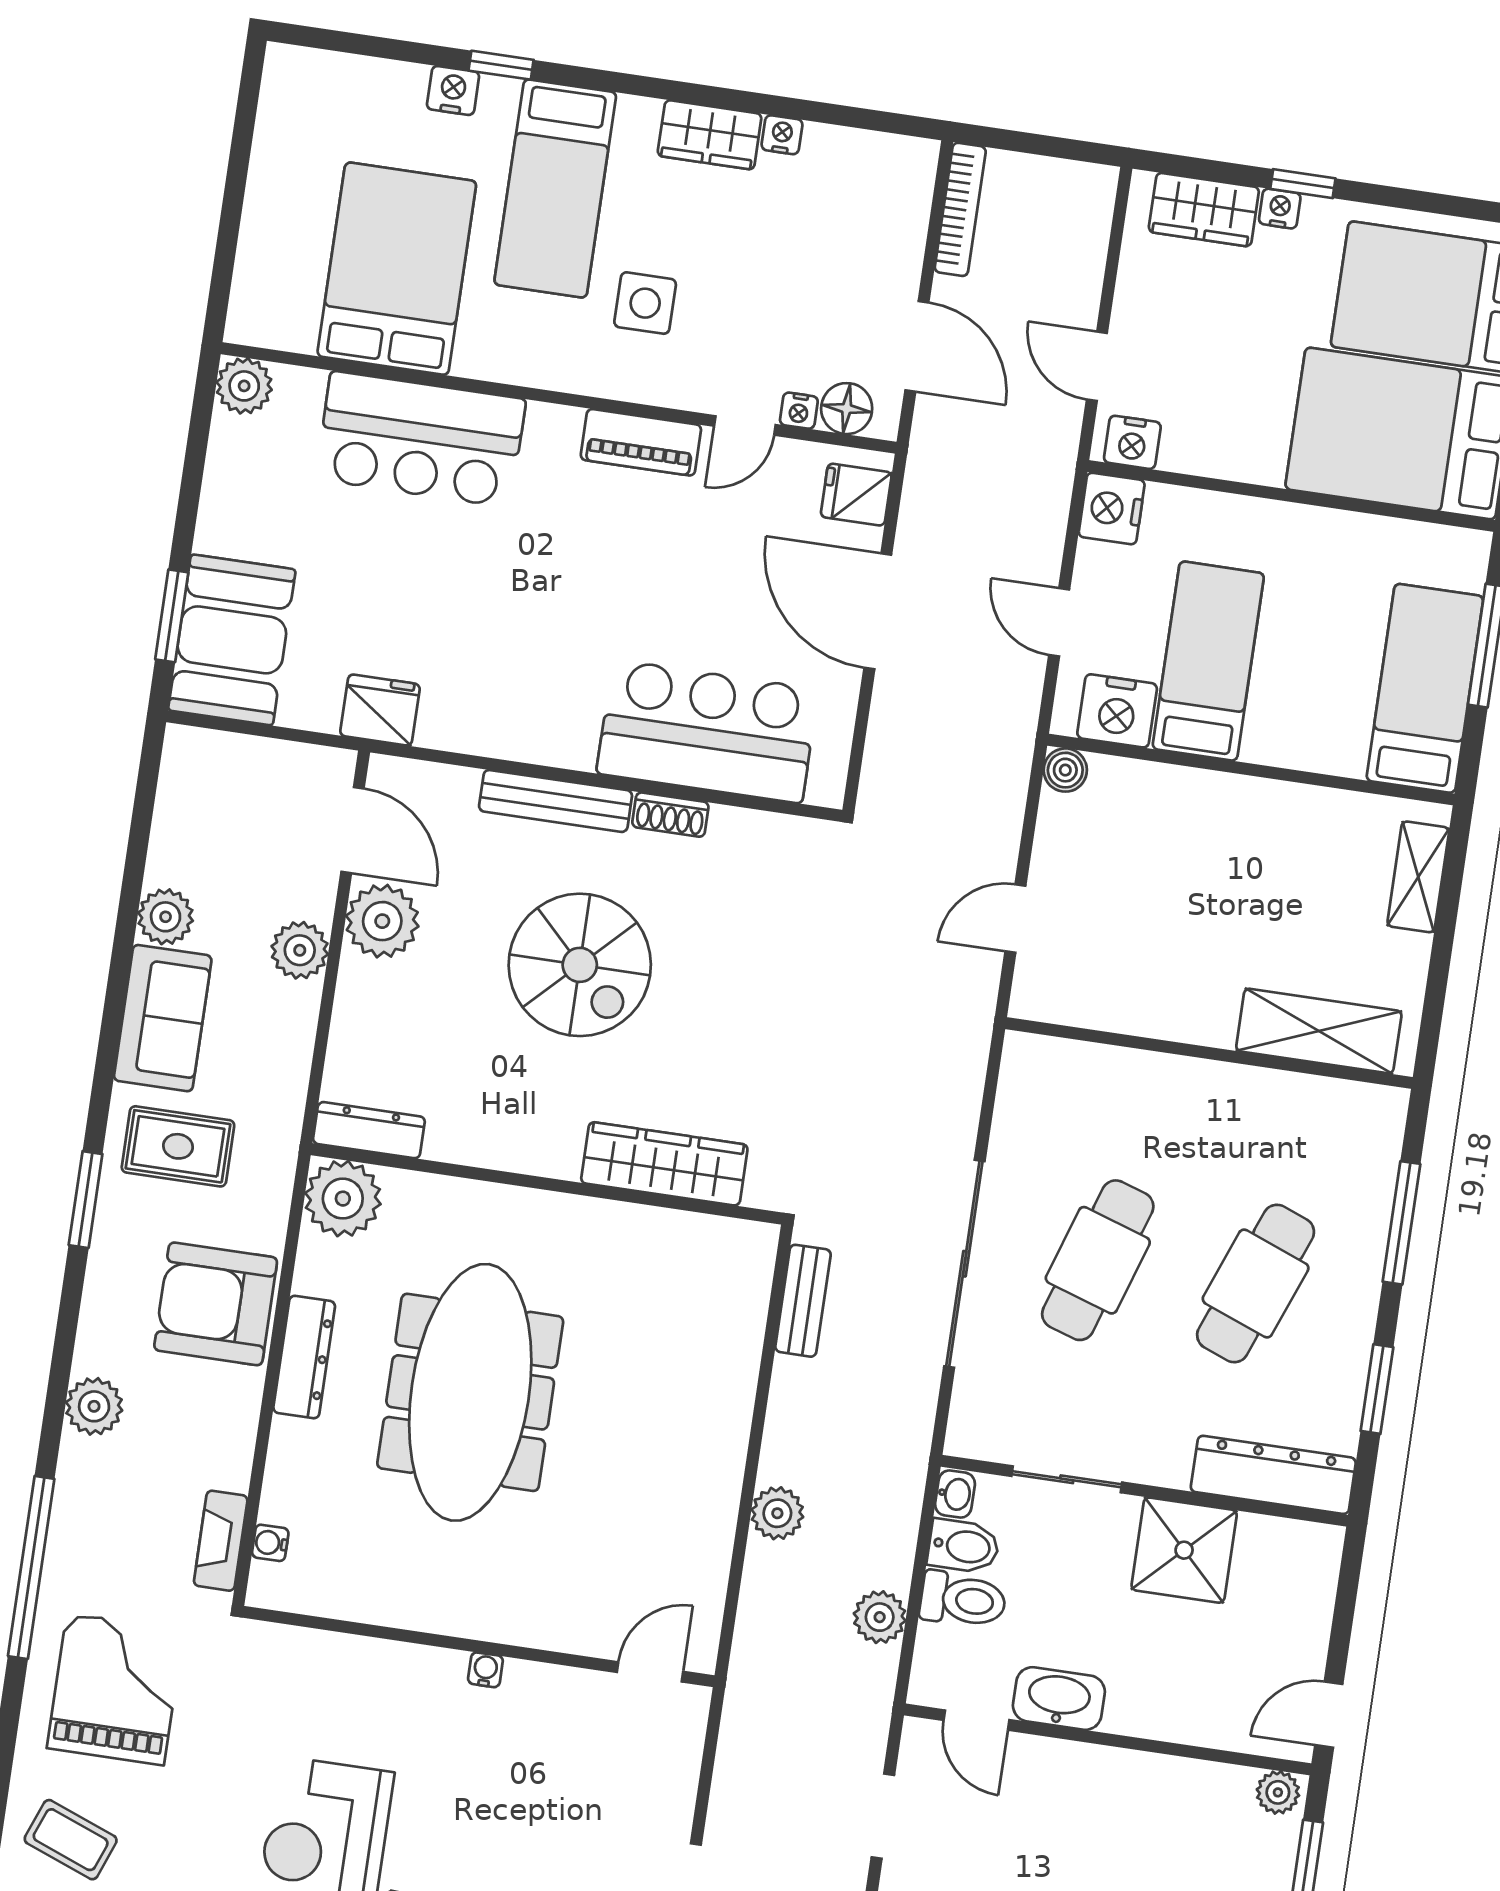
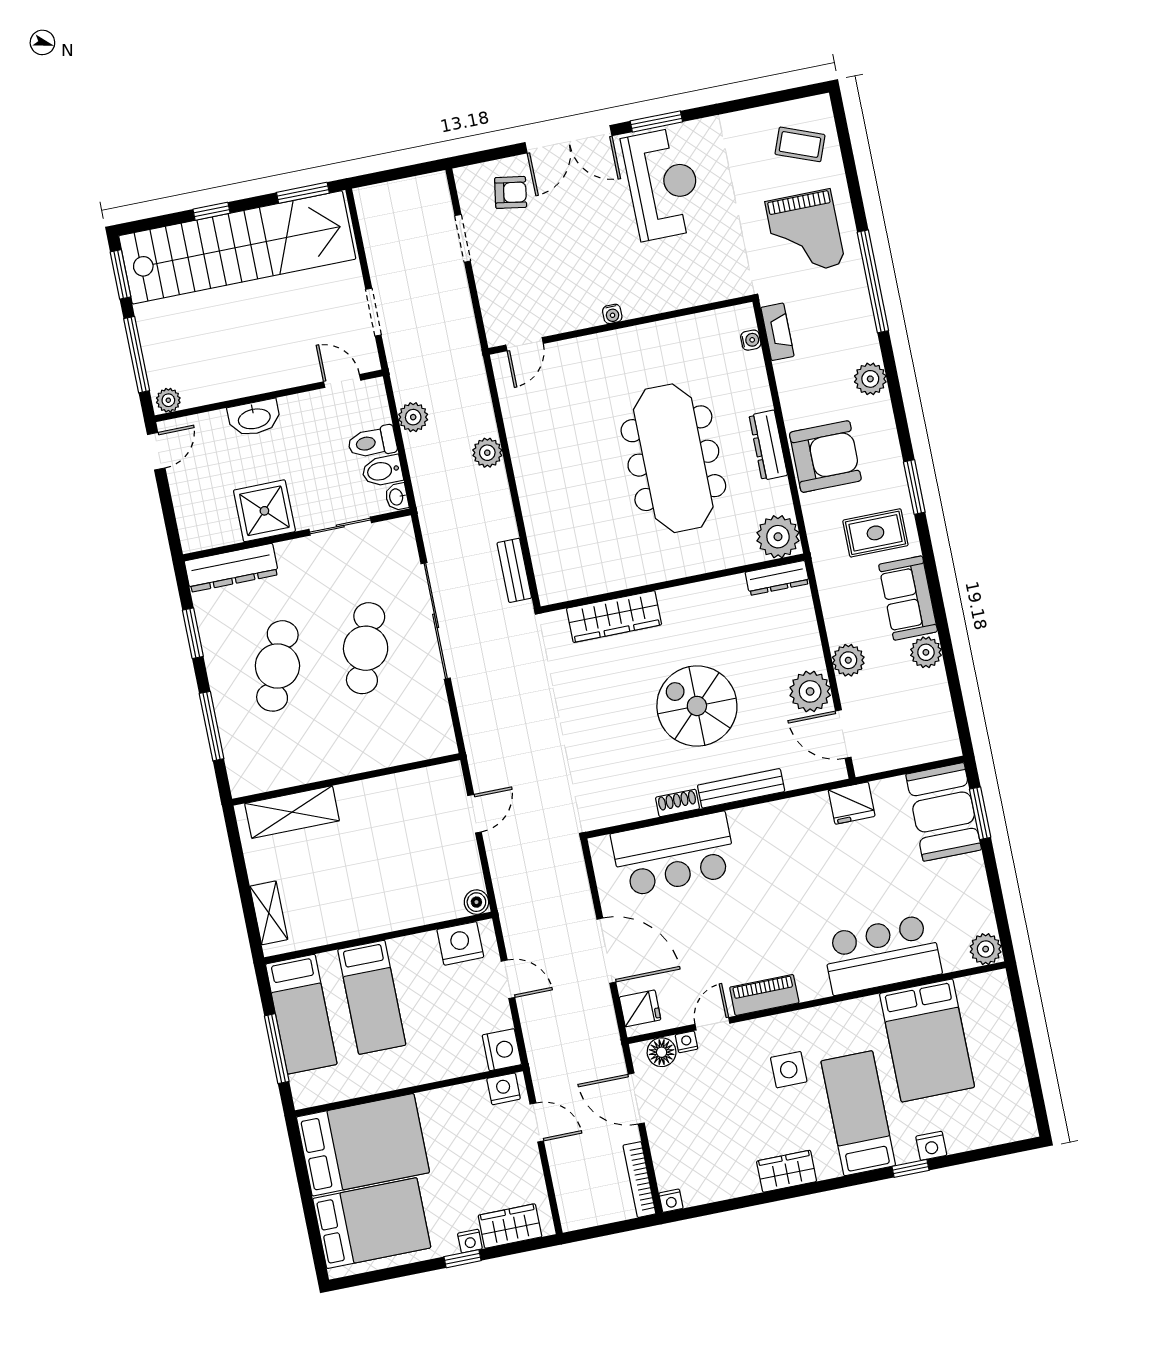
nightstand: (782, 135) -> (671, 1201), moved
bed: (1208, 661) -> (372, 997), moved
washbasin: (1059, 1699) -> (254, 418), moved

